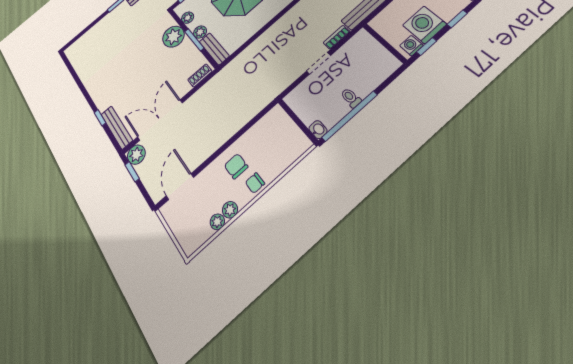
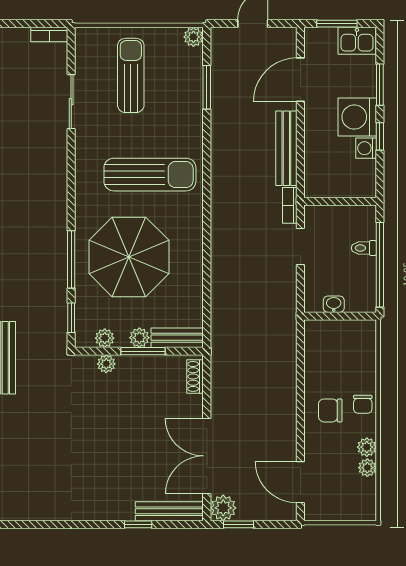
window: (457, 19) -> (380, 85), width x1.50
plant: (173, 37) -> (106, 364), width x0.53, depth x0.53
wall: (384, 43) -> (340, 201), moved
washbasin: (318, 130) -> (334, 304), moved

